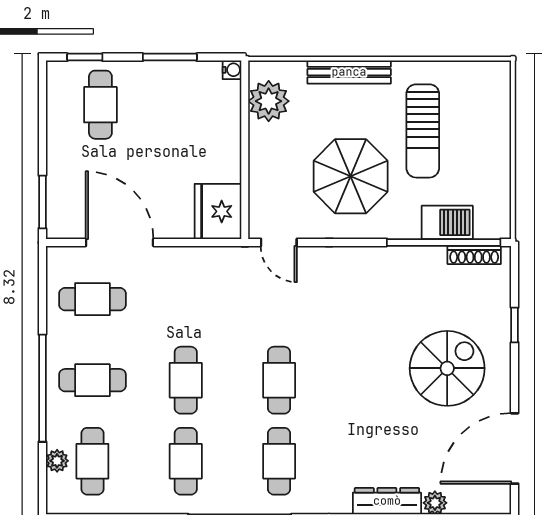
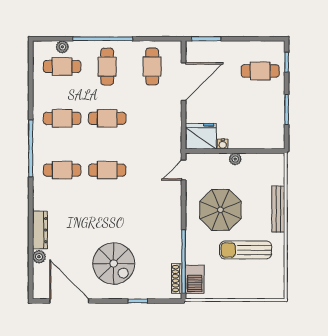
water cooler: (232, 70) -> (223, 144), moved
plant: (269, 101) -> (235, 159), moved, width x0.53, depth x0.53
barbecue: (447, 222) -> (195, 279), moved

